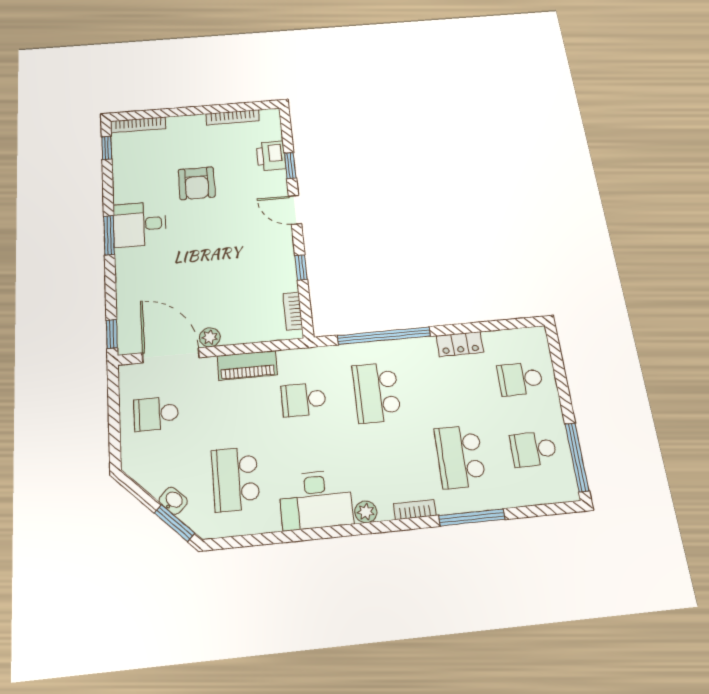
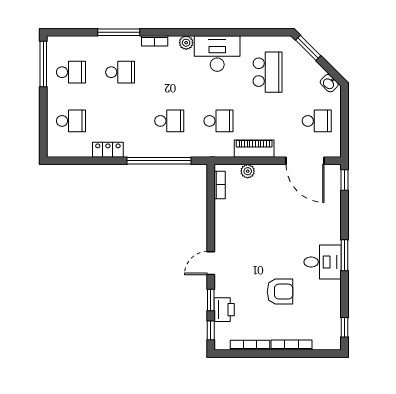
bookcase: (138, 125) -> (291, 345), moved
armchair: (197, 183) -> (280, 292), turned 90
door: (295, 210) -> (211, 263), swing flipped
window: (301, 267) -> (211, 330), moved
plant: (210, 337) -> (248, 171), moved
school desk: (376, 393) -> (169, 121), width x0.54
school desk: (460, 457) -> (120, 72), width x0.54
washbasin: (173, 501) -> (329, 83), moved

